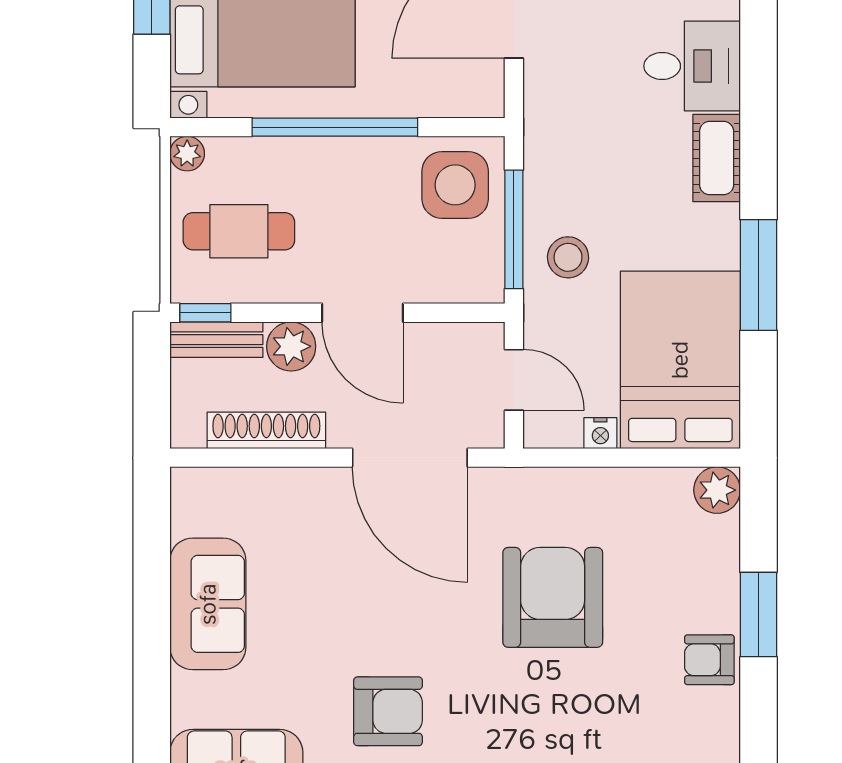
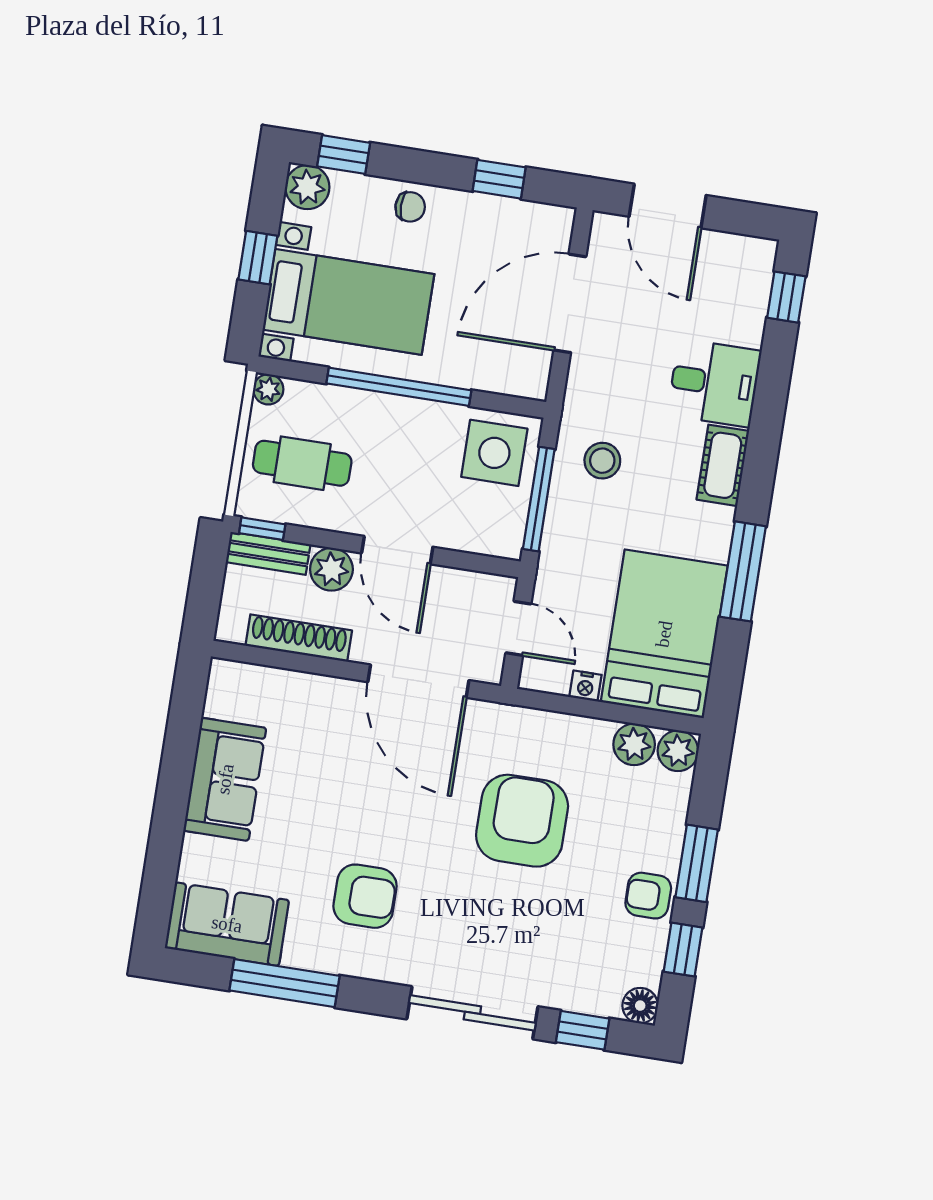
stool: (568, 257) -> (602, 461), moved
plant: (666, 491) -> (634, 744), added
window: (758, 715) -> (683, 950), added

